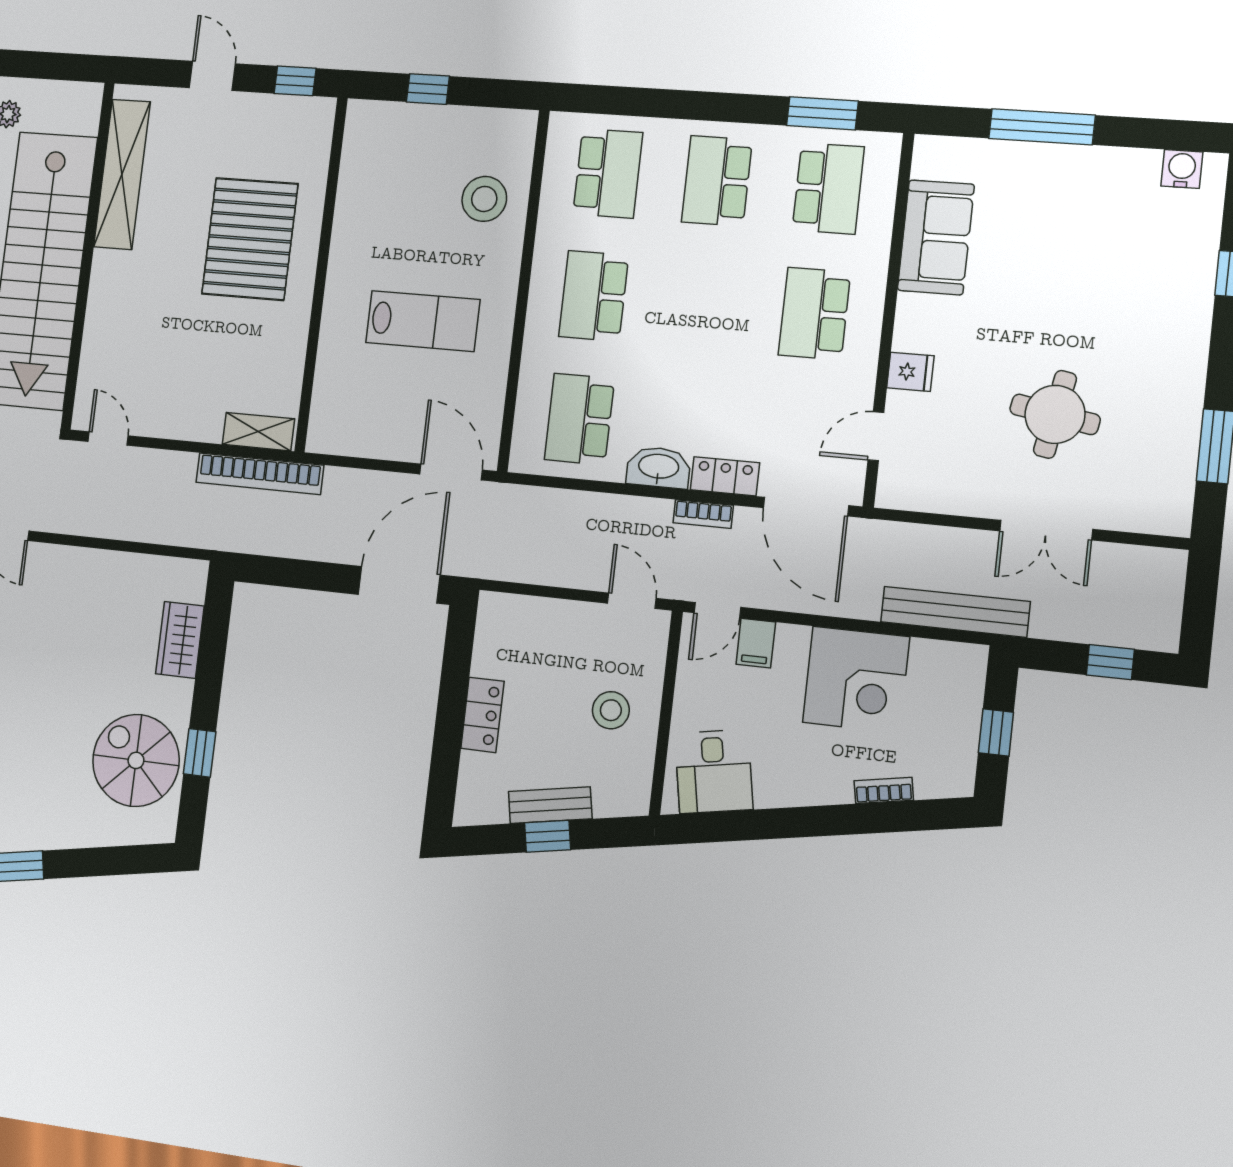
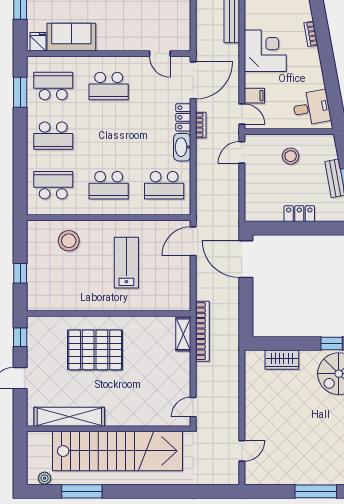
fridge: (910, 372) -> (38, 42), moved

